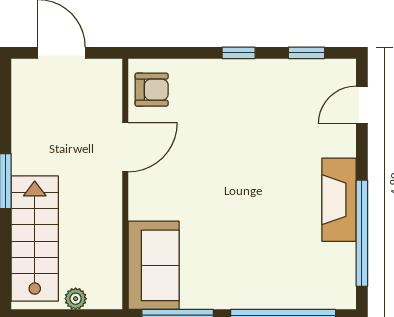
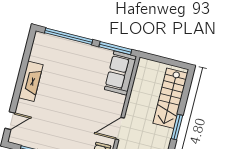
window: (362, 233) -> (24, 64), removed
plant: (76, 299) -> (159, 67), removed

